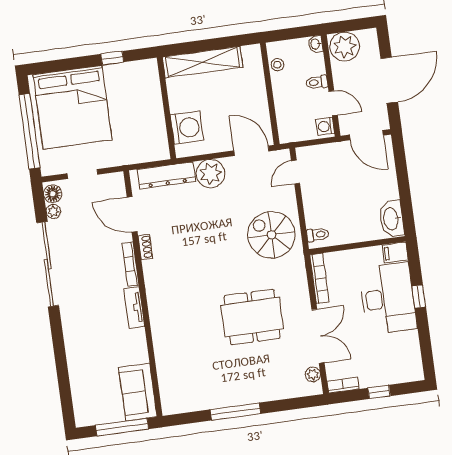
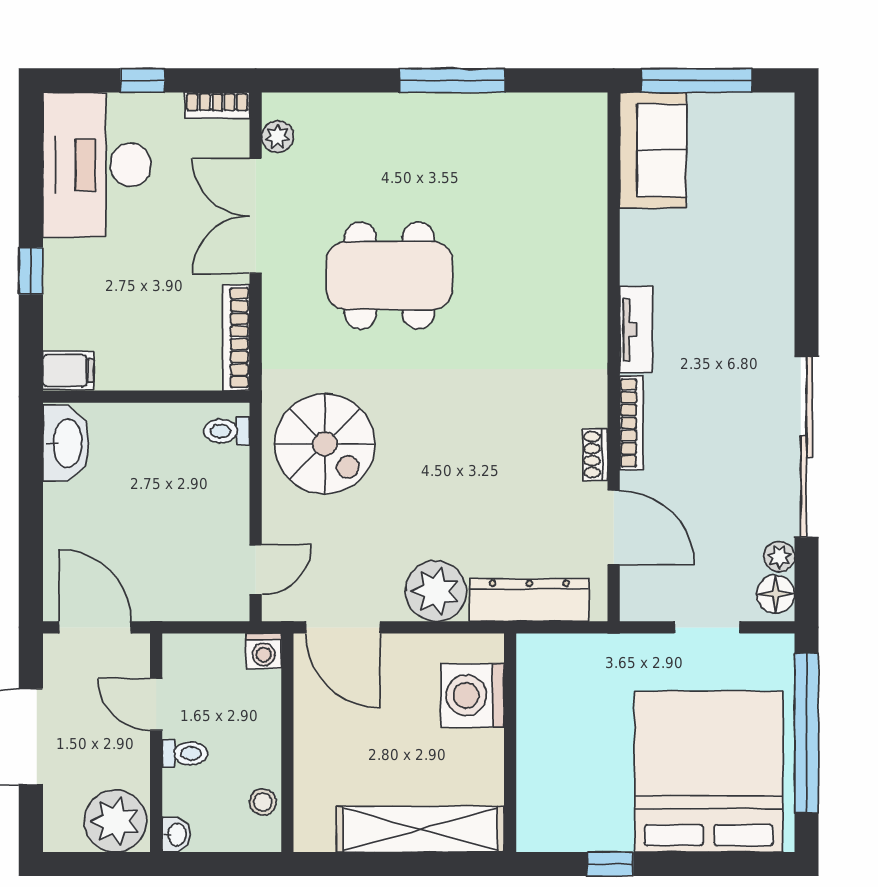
washing machine: (325, 126) -> (264, 651), moved, turned 90
desk: (388, 298) -> (97, 165), moved

